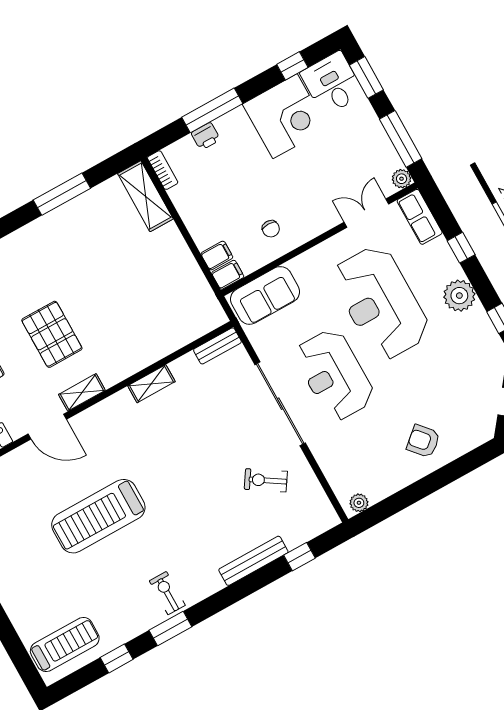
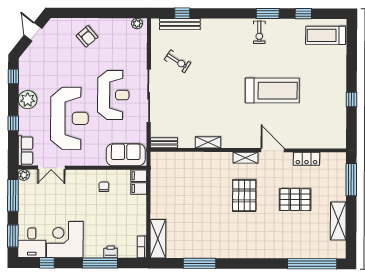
bench: (253, 561) -> (180, 24), moved

